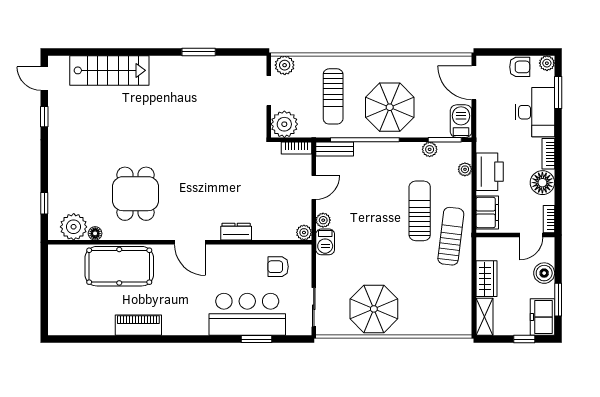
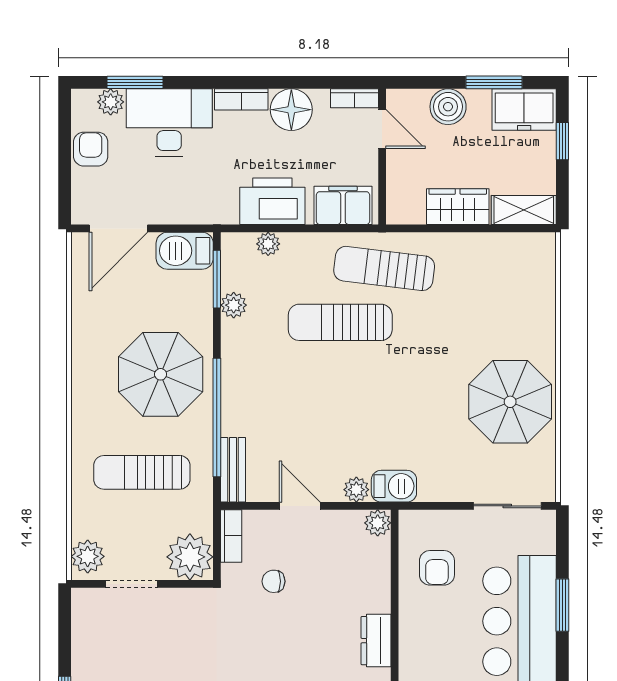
plant: (547, 63) -> (111, 102), moved
sun lounger: (333, 96) -> (142, 472), turned 180
chair: (270, 172) -> (274, 581), added

